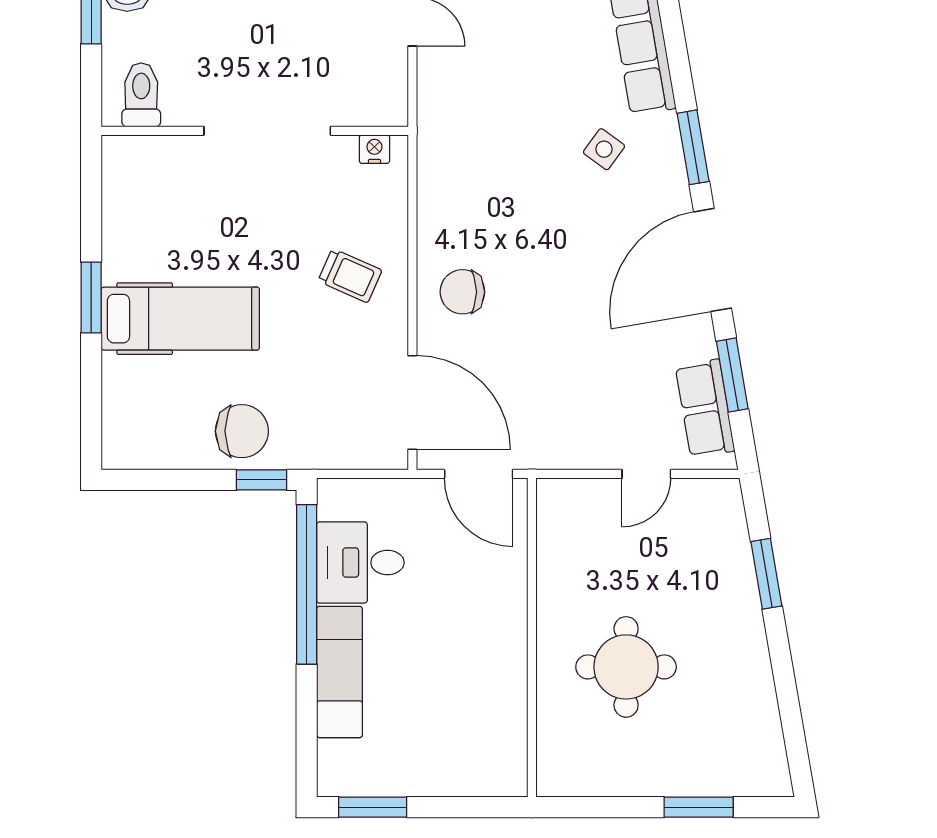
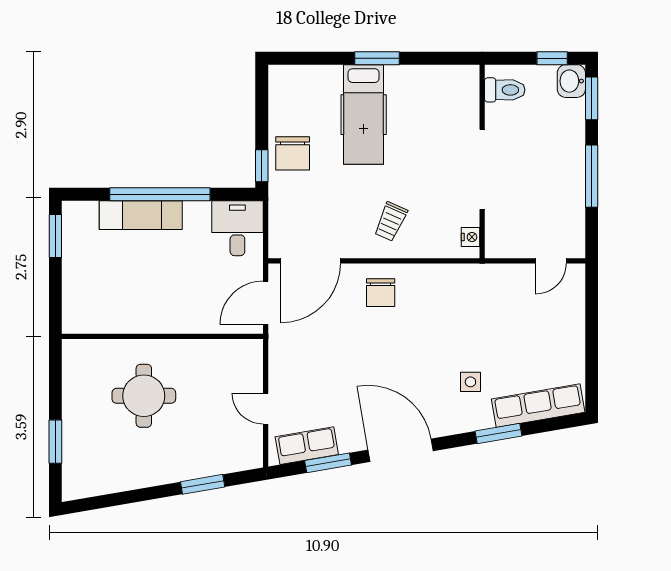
window: (693, 147) -> (498, 434), moved
side table: (604, 149) -> (470, 382), turned -36
chair: (462, 292) -> (381, 293), turned 180
desk: (360, 563) -> (237, 228), moved
window: (307, 584) -> (160, 194), moved

